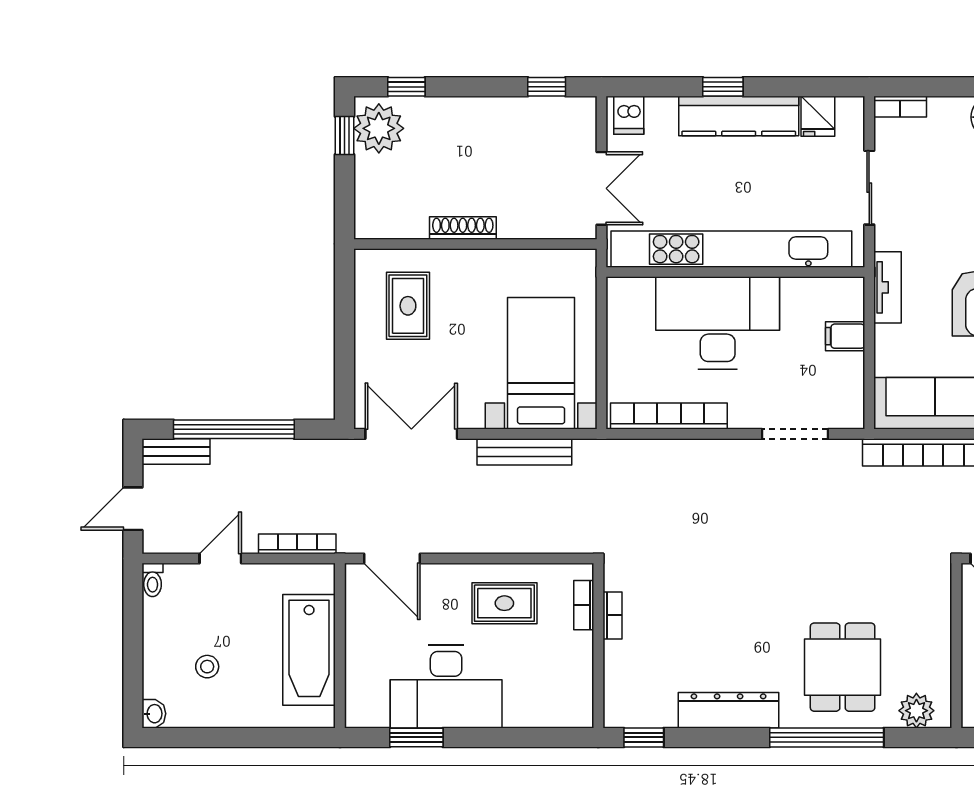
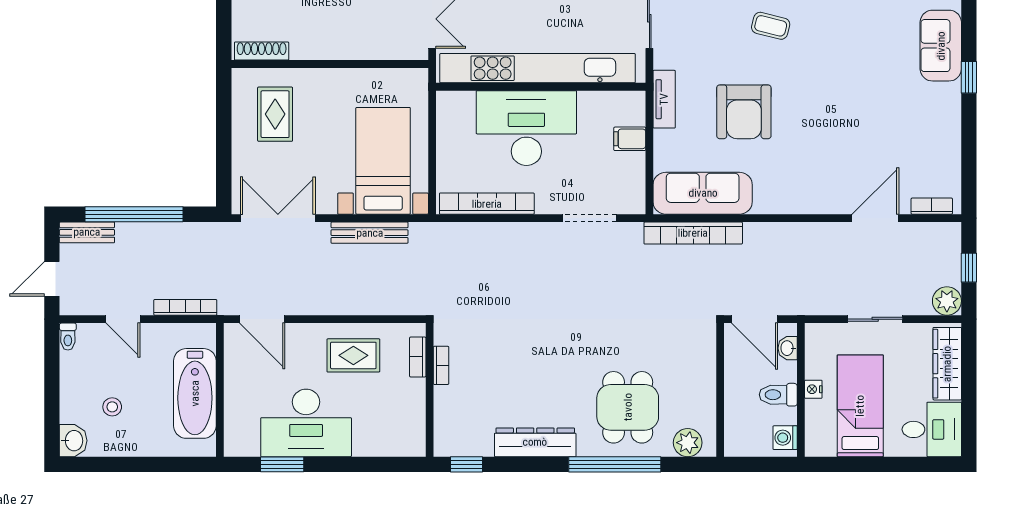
shoe rack: (463, 228) -> (262, 51), moved
door: (220, 558) -> (123, 319), swing flipped
washbasin: (154, 714) -> (73, 441), width x1.38, depth x1.45

